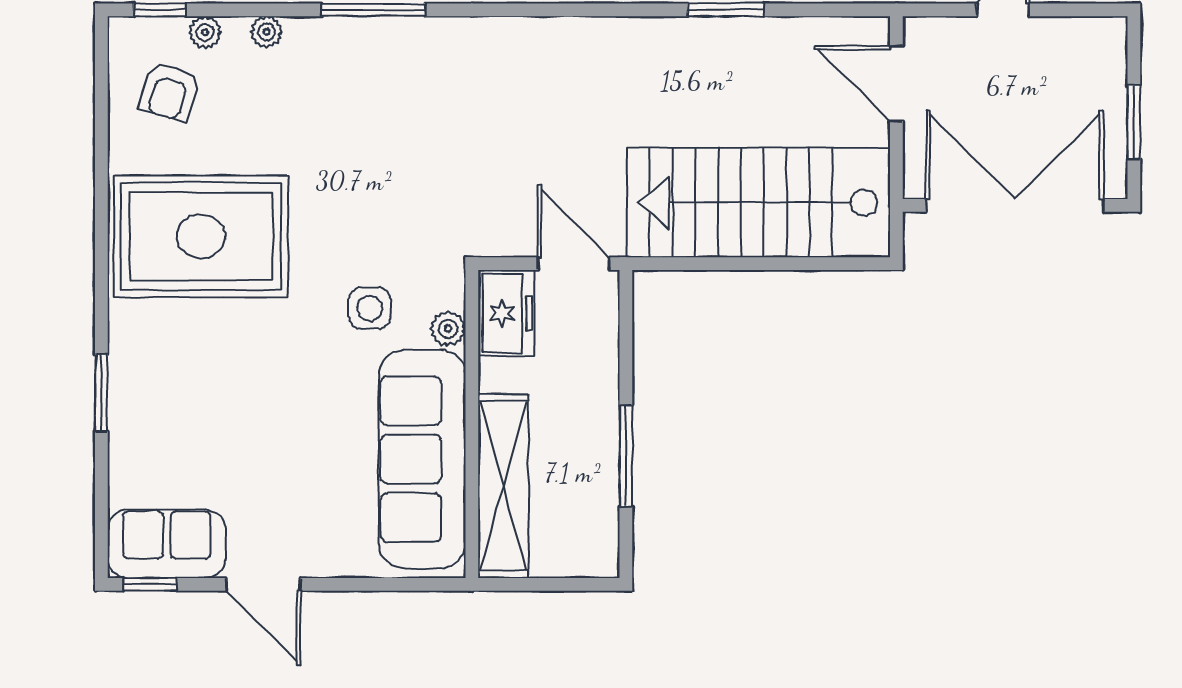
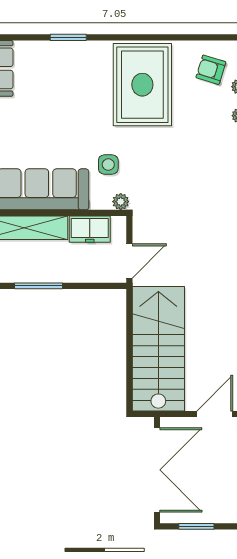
freezer: (506, 313) -> (90, 229), moved
plant: (448, 329) -> (121, 202), moved

